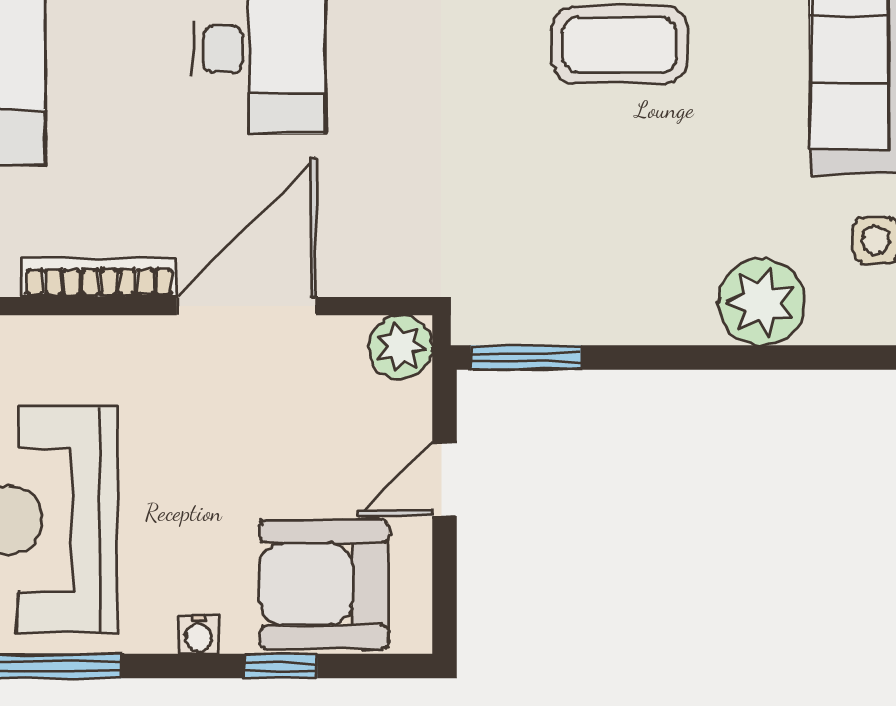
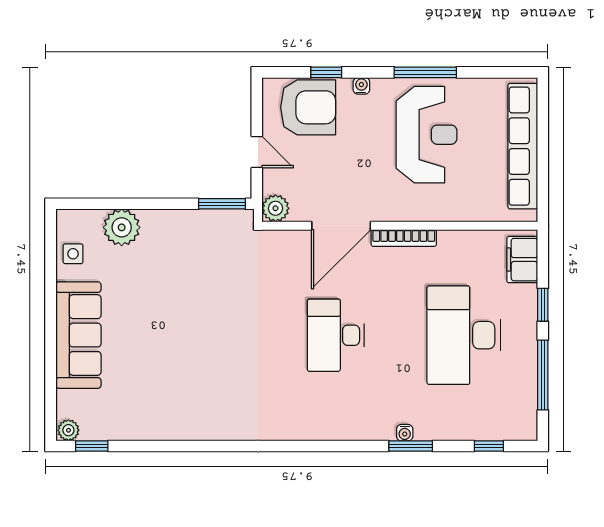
coffee table: (620, 45) -> (182, 337), removed
door: (444, 479) -> (257, 152), hinge flipped

